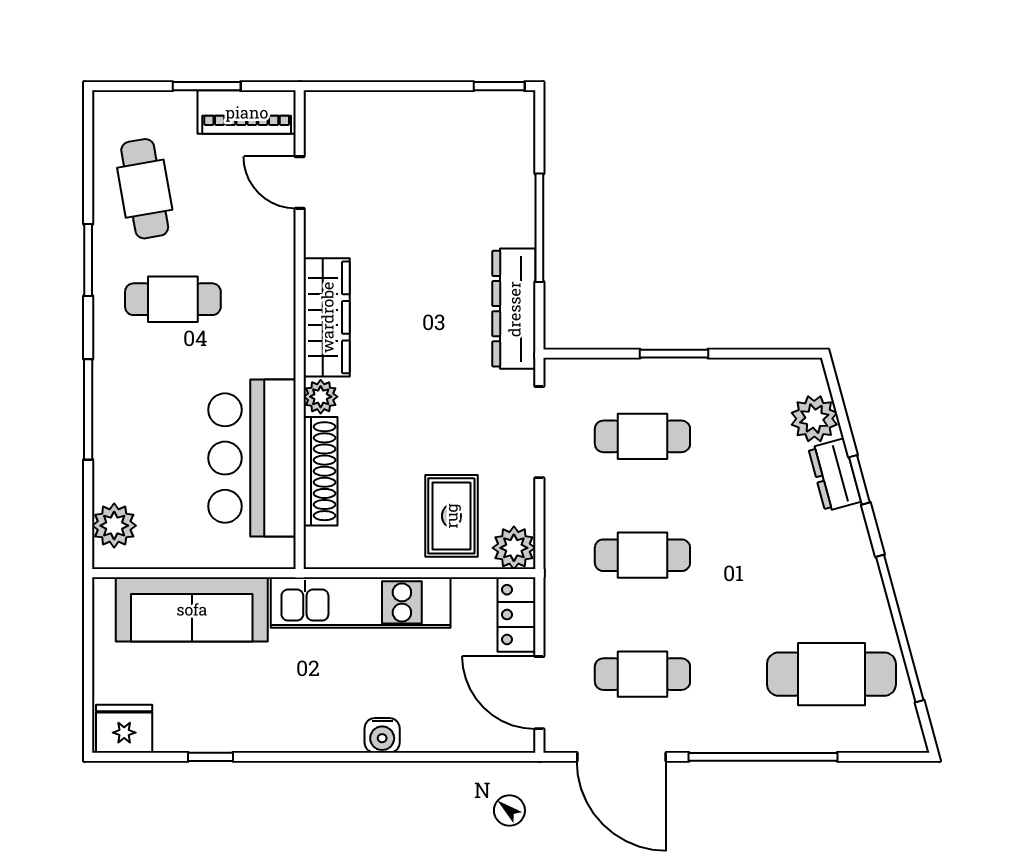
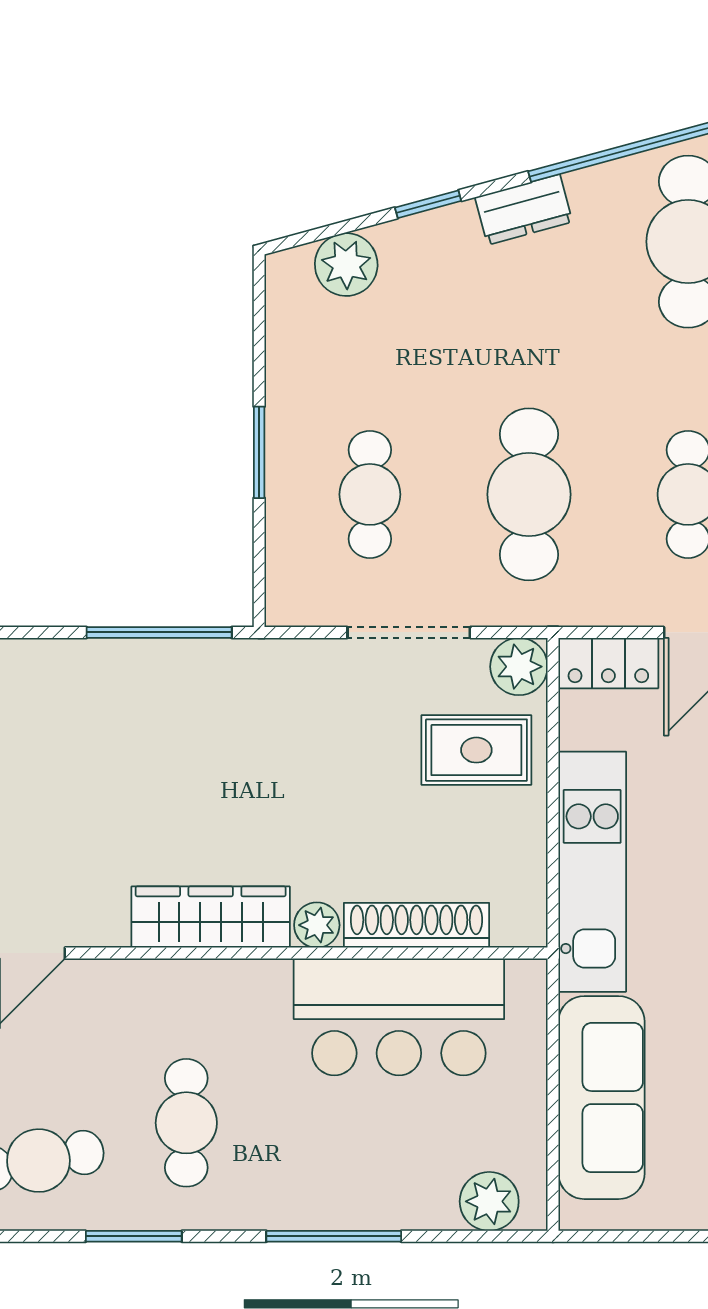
window: (539, 228) -> (159, 632), moved
dresser: (514, 309) -> (199, 667), removed
doorway: (539, 432) -> (409, 632), moved
dresser: (835, 475) -> (524, 210), moved
cafe table: (642, 555) -> (529, 494), width x1.37, depth x1.35

